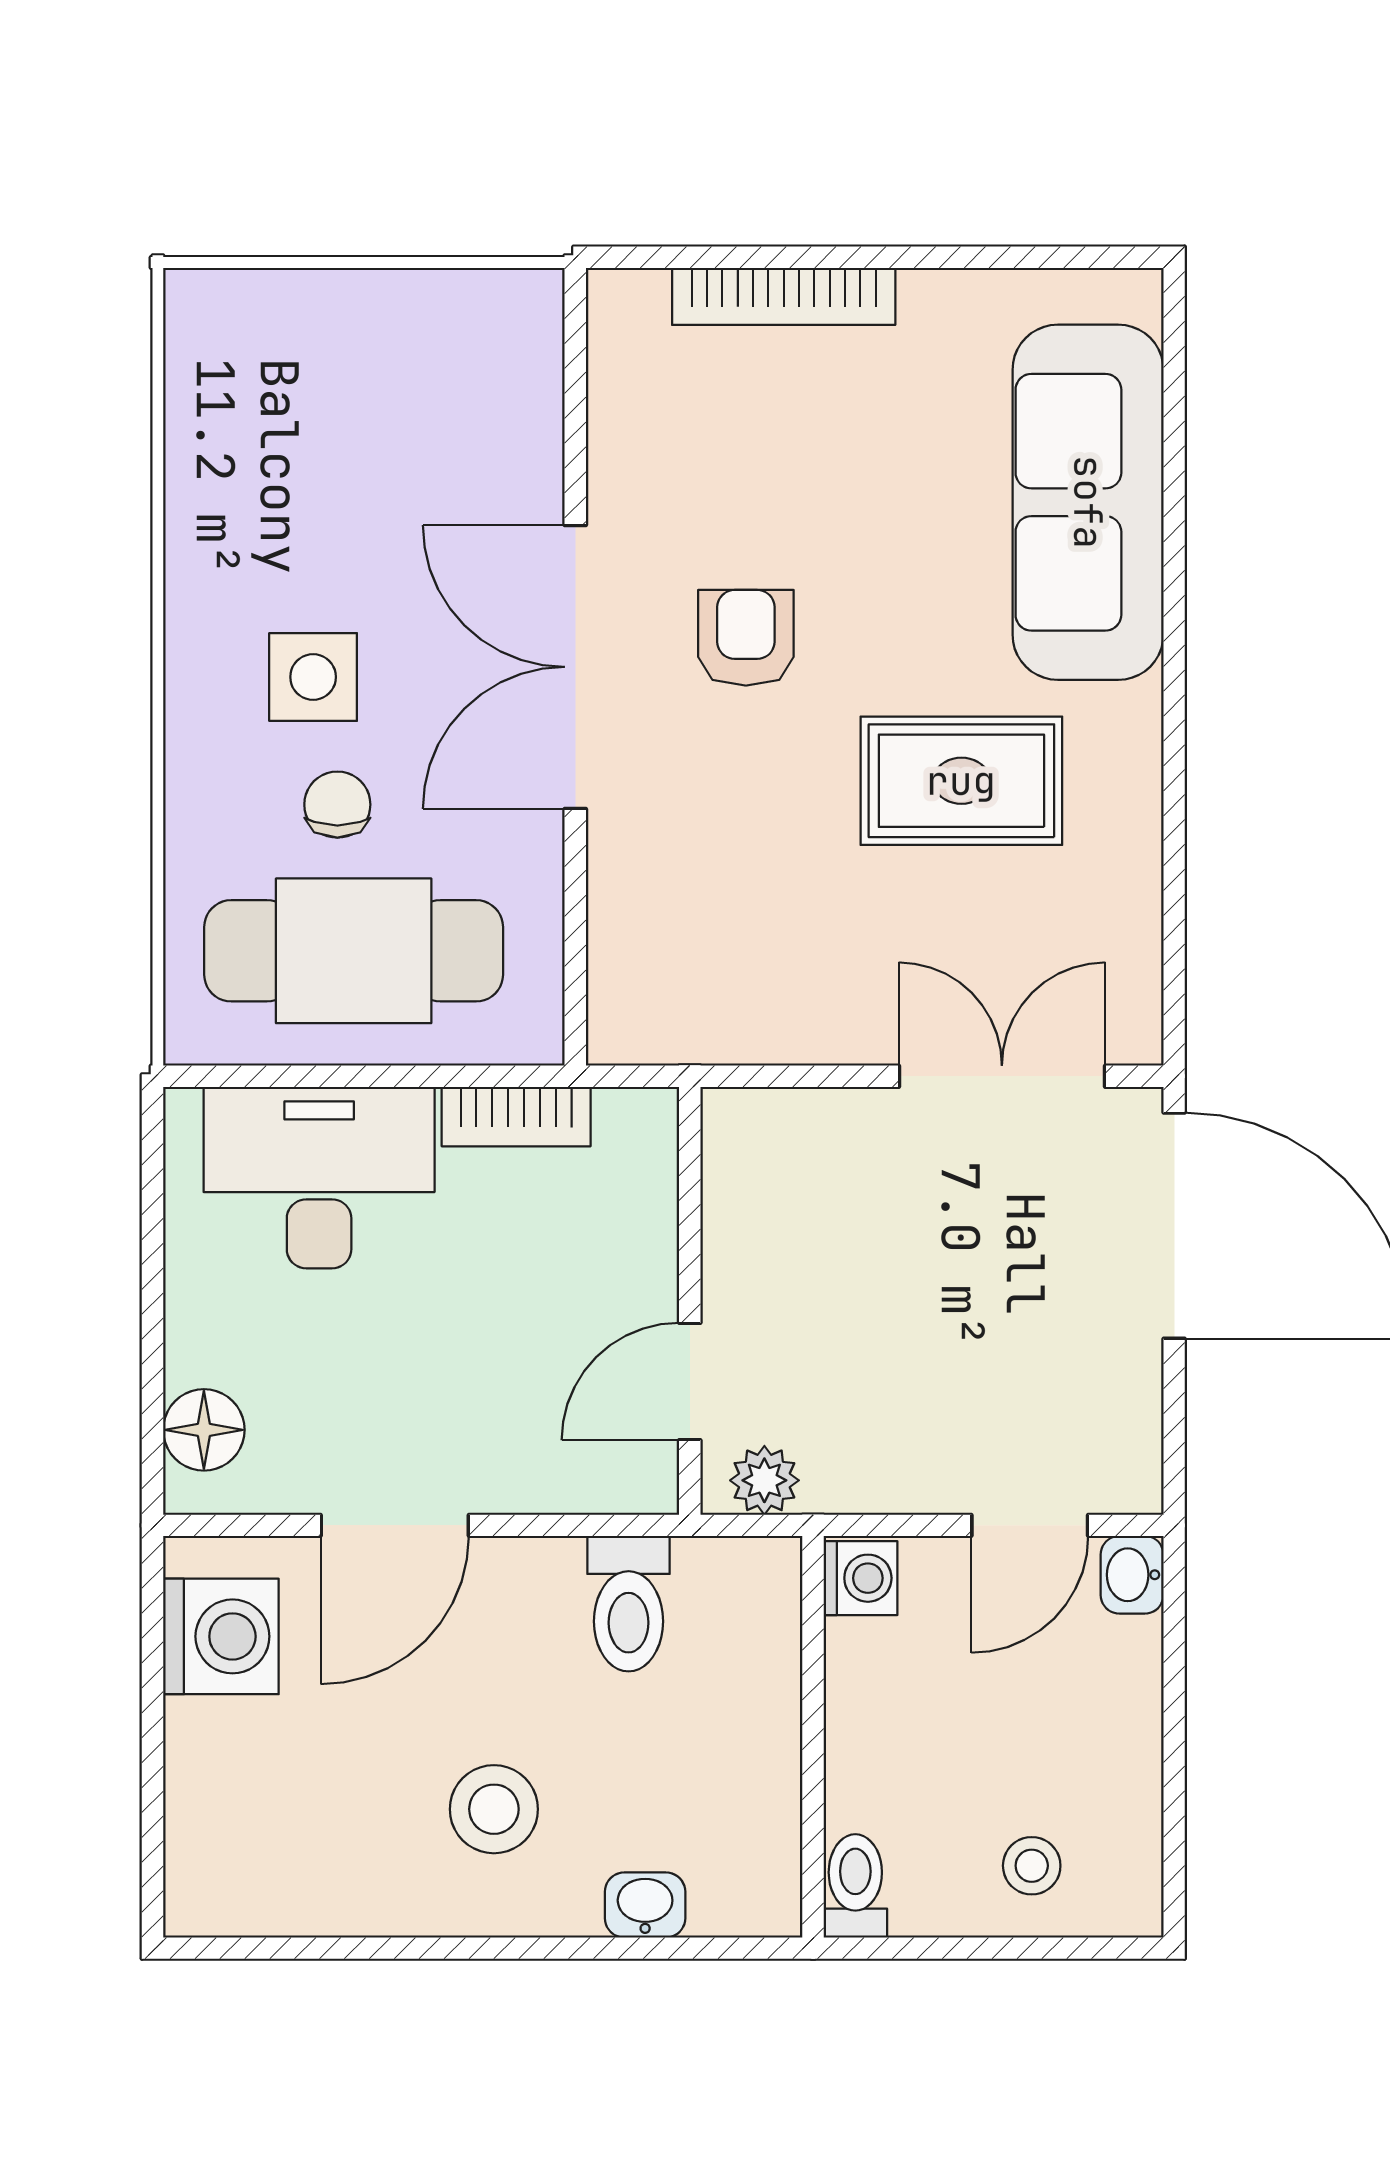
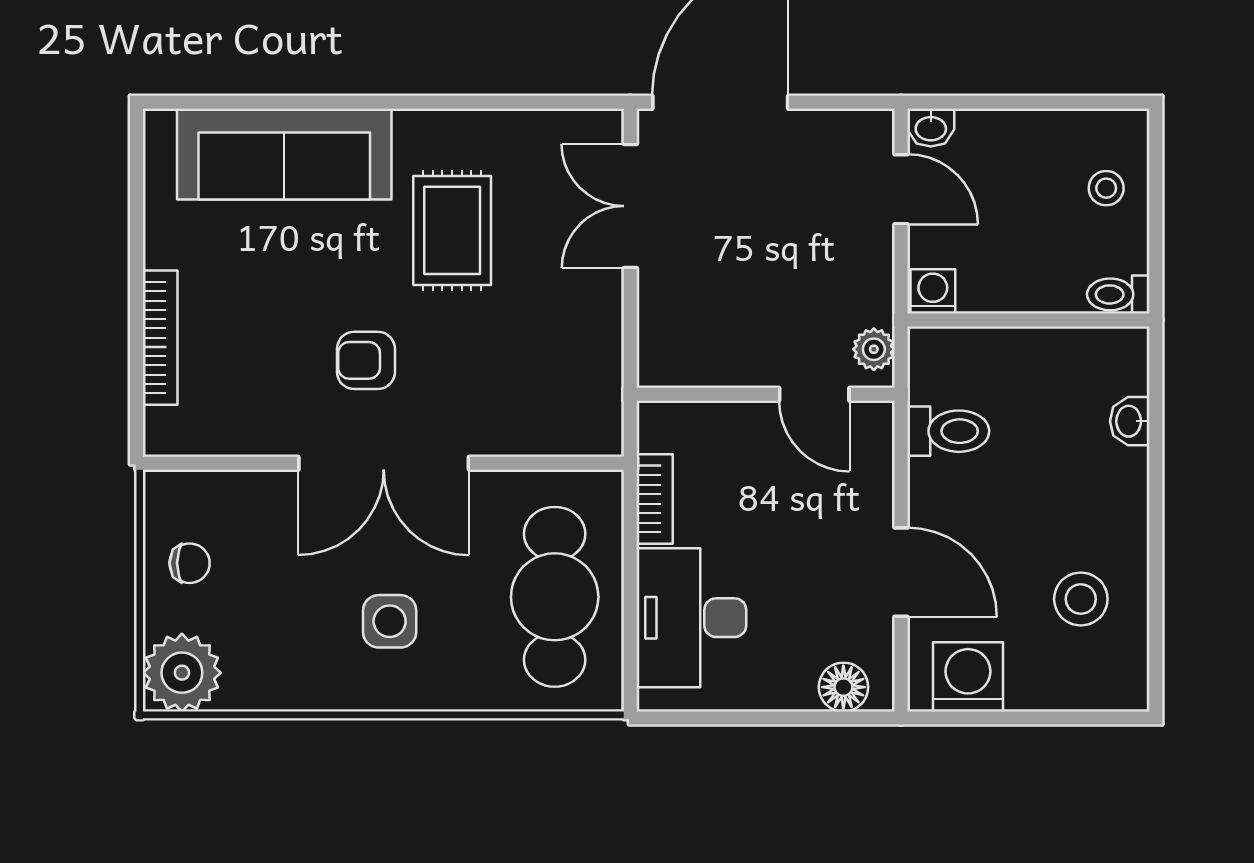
plant: (228, 332) -> (182, 673), added
chair: (337, 805) -> (190, 563), moved, turned 180
stool: (494, 1809) -> (1081, 599), moved

